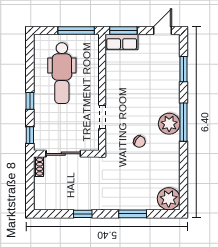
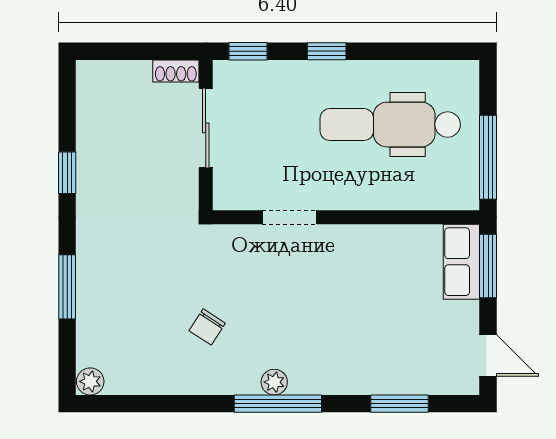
plant: (169, 124) -> (274, 382), width x0.53, depth x0.53
chair: (139, 142) -> (207, 327), moved
plant: (169, 199) -> (90, 381), width x0.53, depth x0.53

